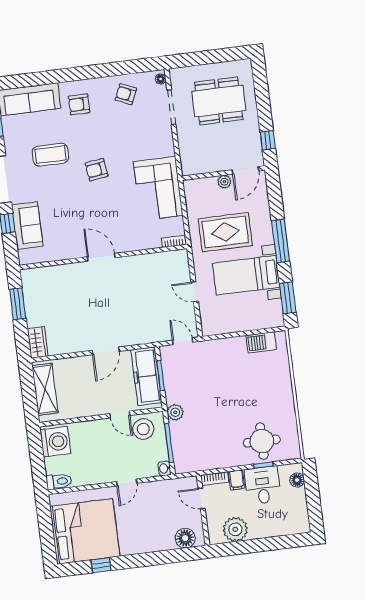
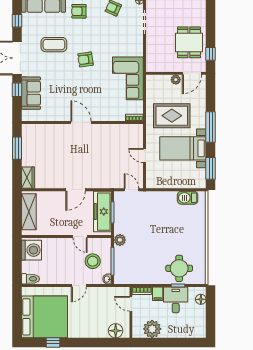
dining table: (219, 101) -> (189, 42), moved, width x0.73
stool: (143, 429) -> (93, 261), moved

